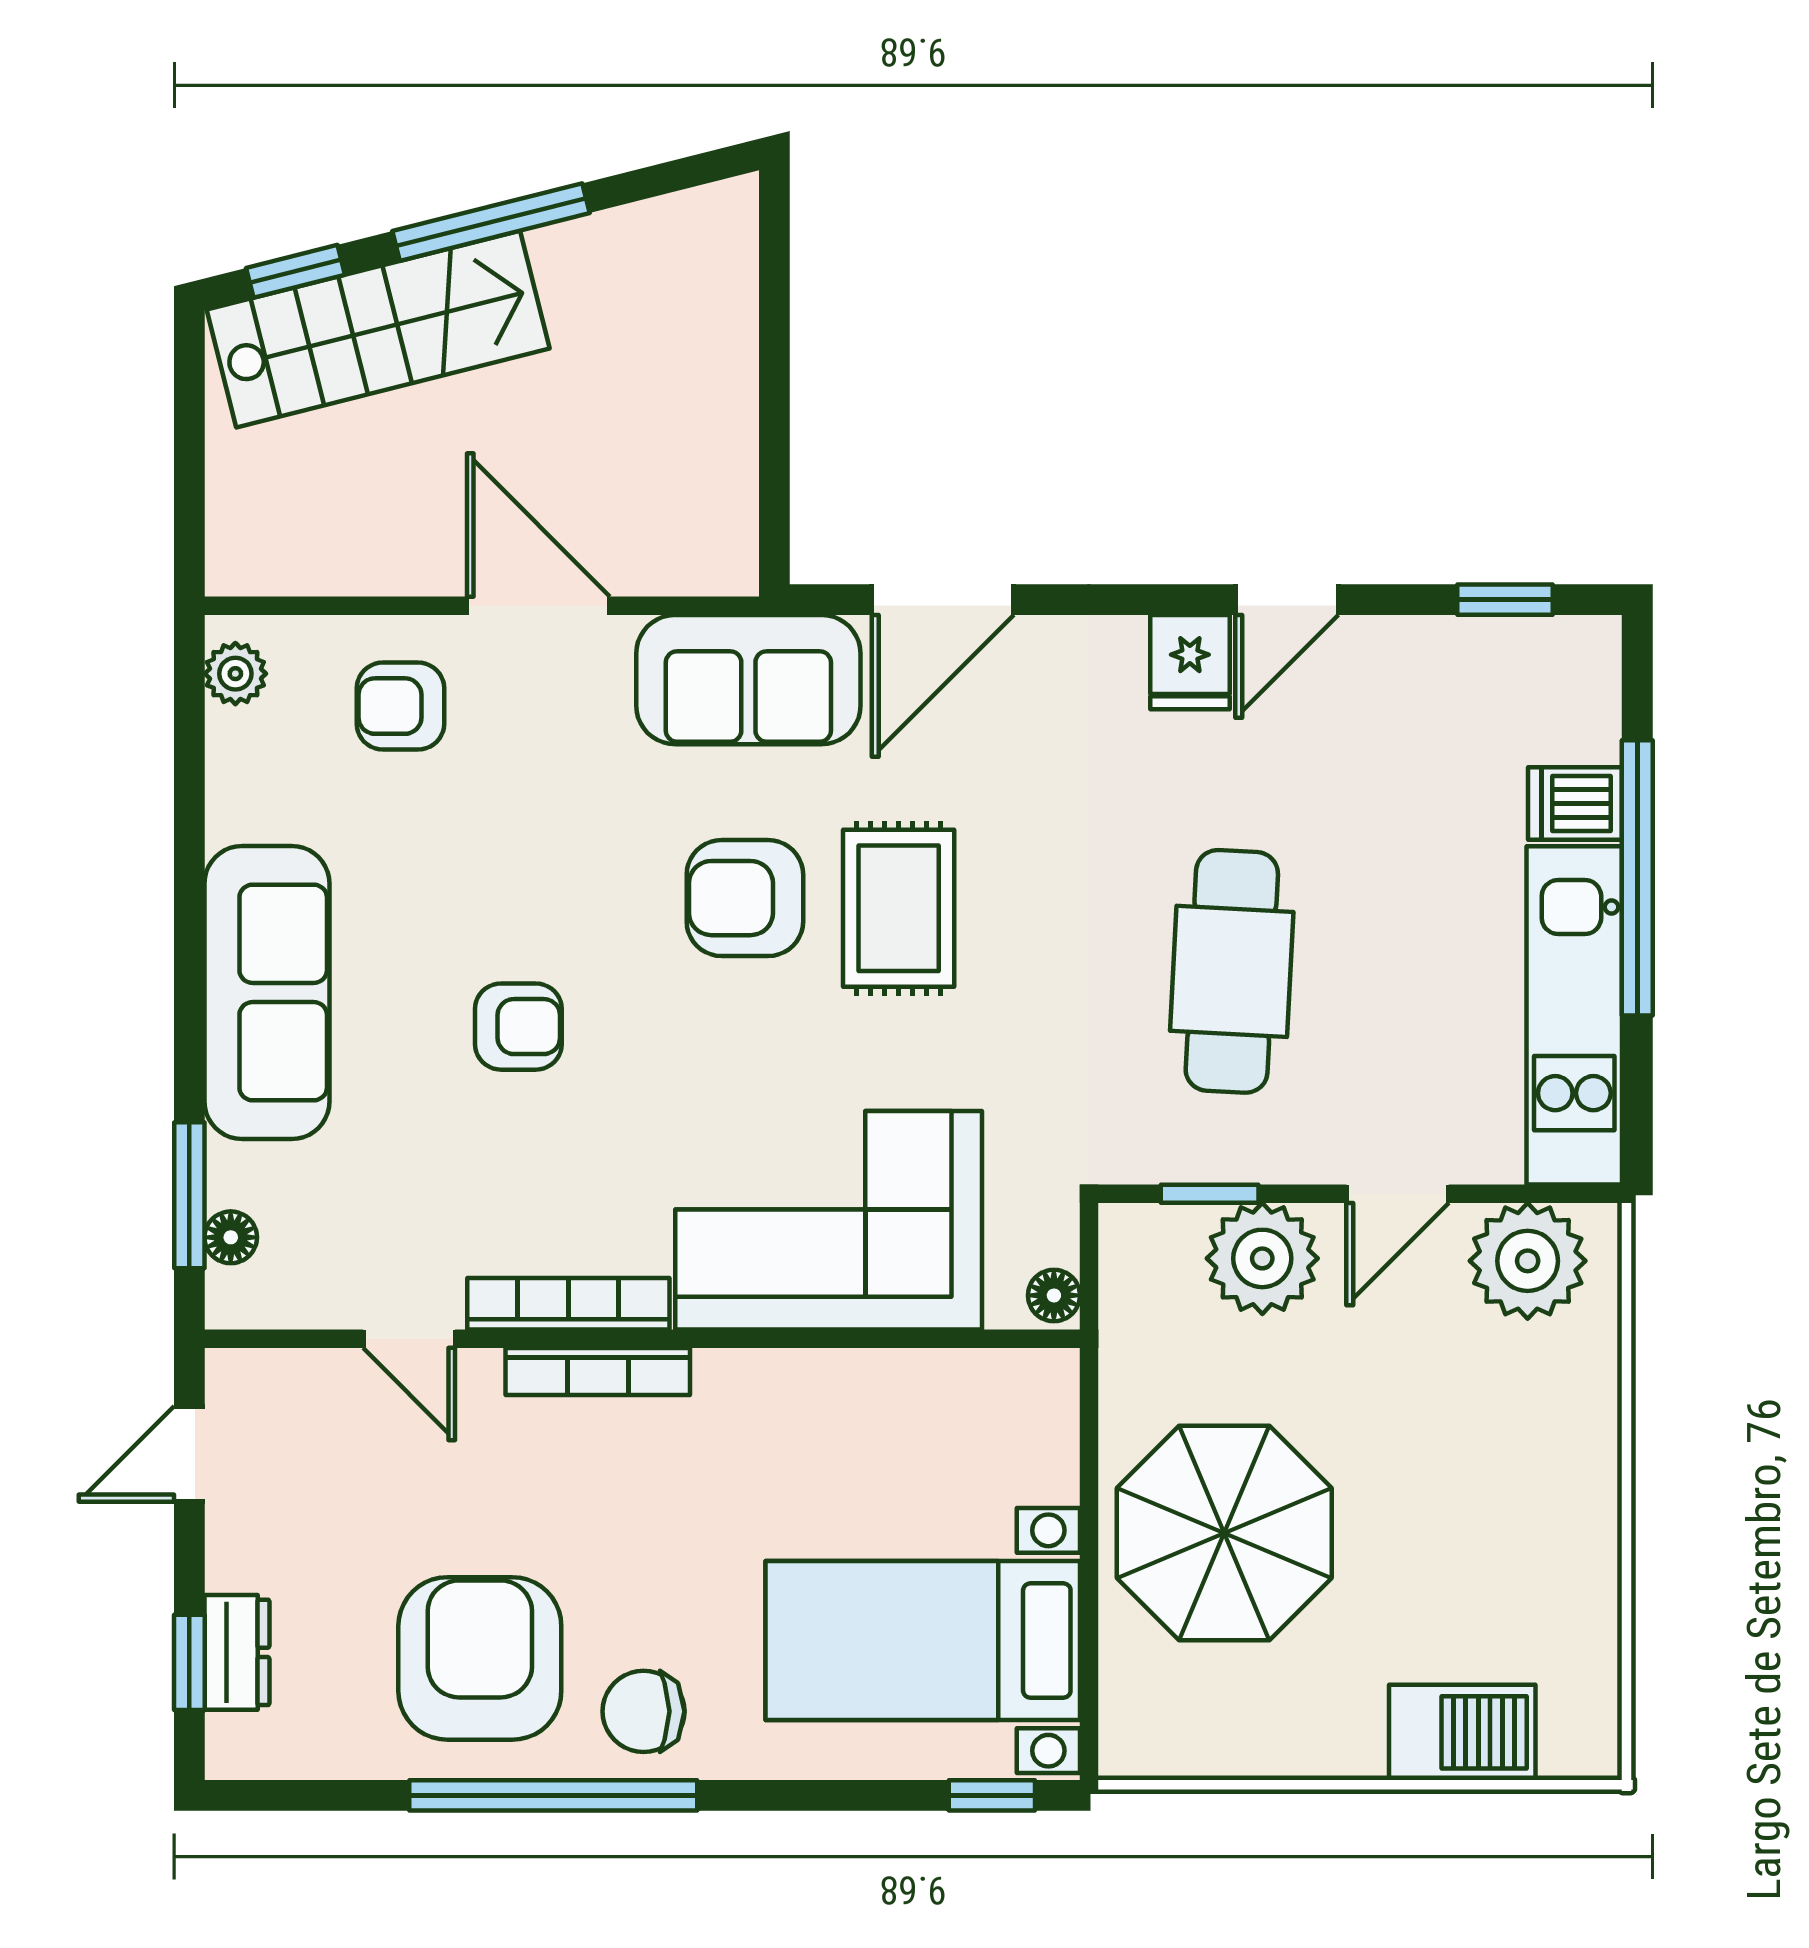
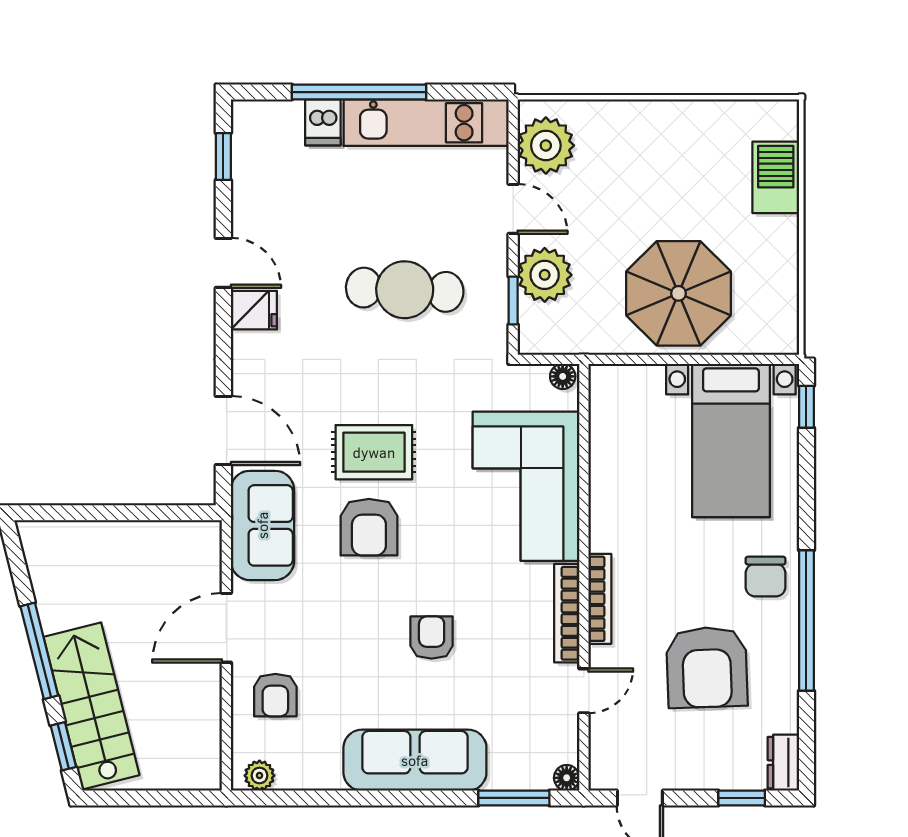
floor lamp: (231, 1237) -> (567, 778), moved
dresser: (237, 1652) -> (783, 763), moved, turned -90
armchair: (480, 1658) -> (707, 667), moved, turned -92

